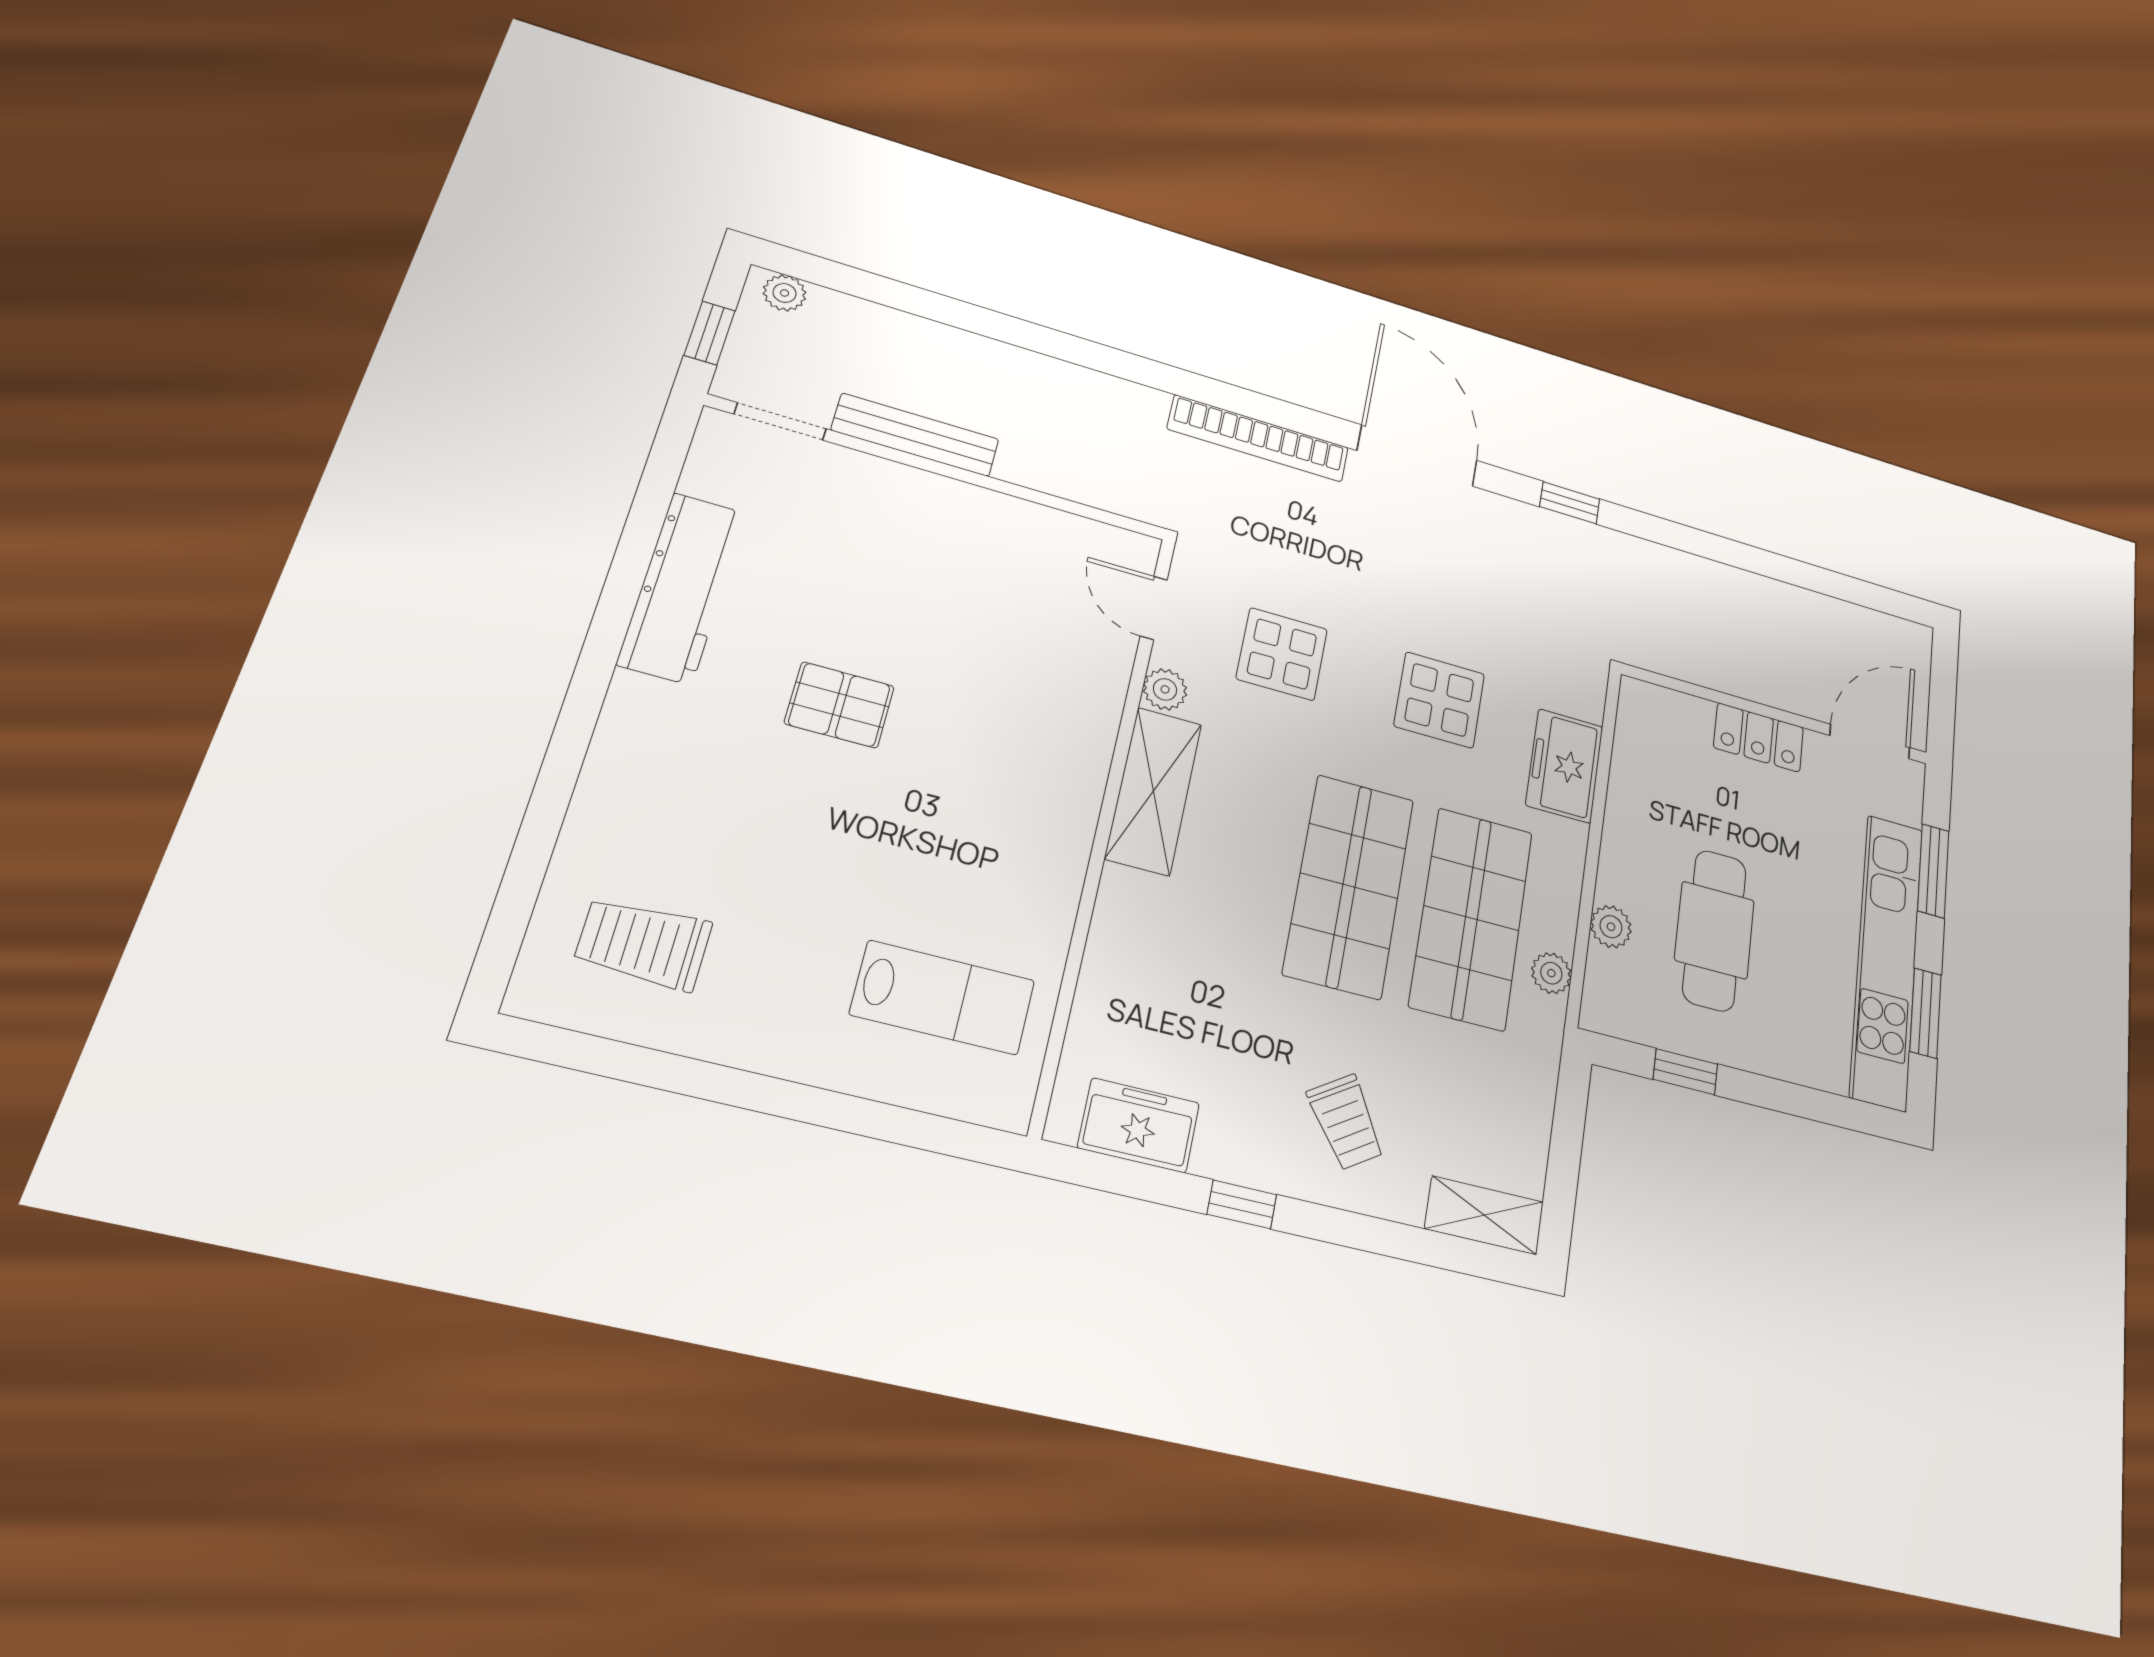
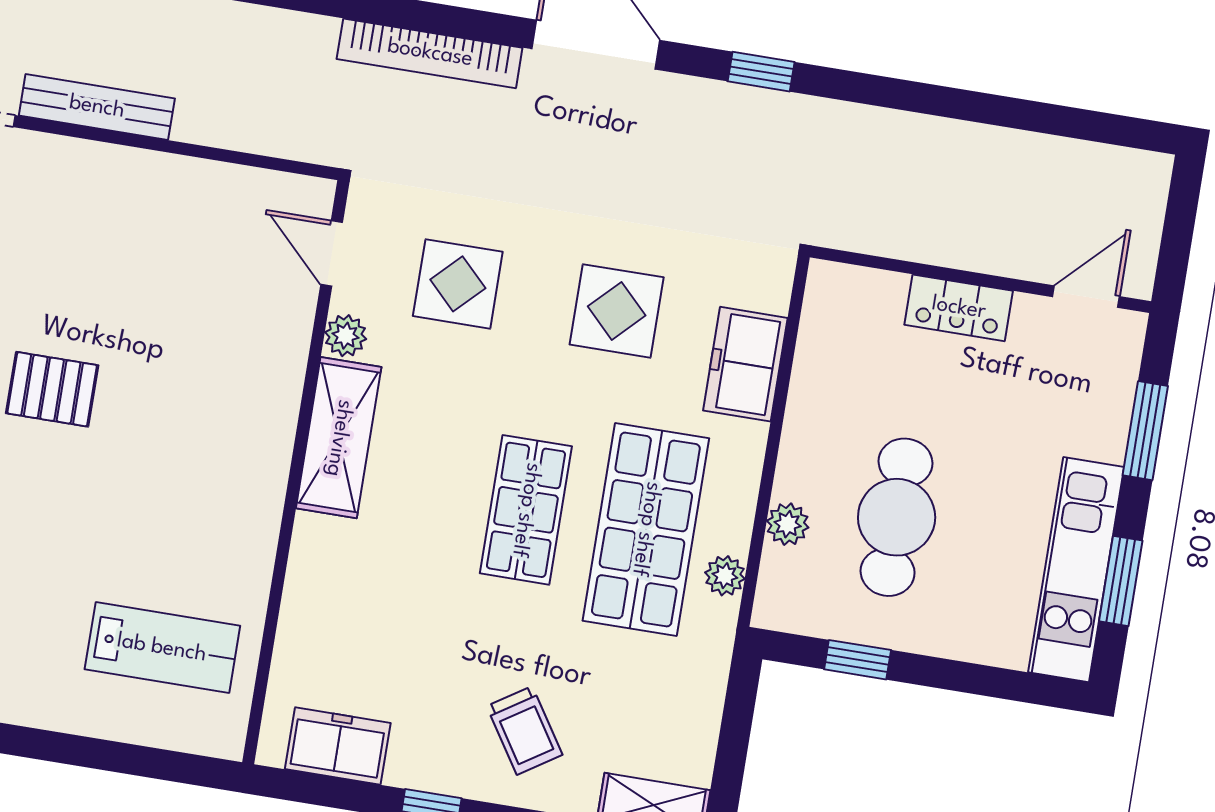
door: (1870, 742) -> (1086, 297), width x0.73
shop shelf: (1349, 886) -> (526, 510), width x0.70, depth x0.74
kitchen unit: (1887, 960) -> (1076, 570), width x0.73

